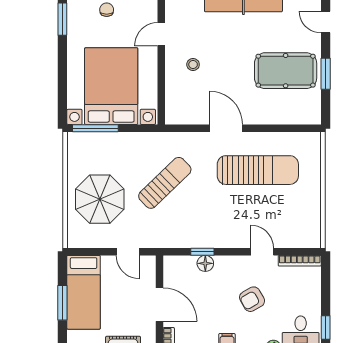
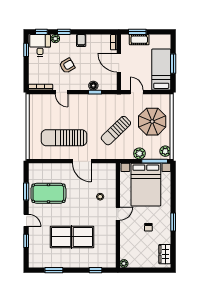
plant: (123, 142) -> (139, 153), added
plant: (76, 146) -> (165, 151), added

